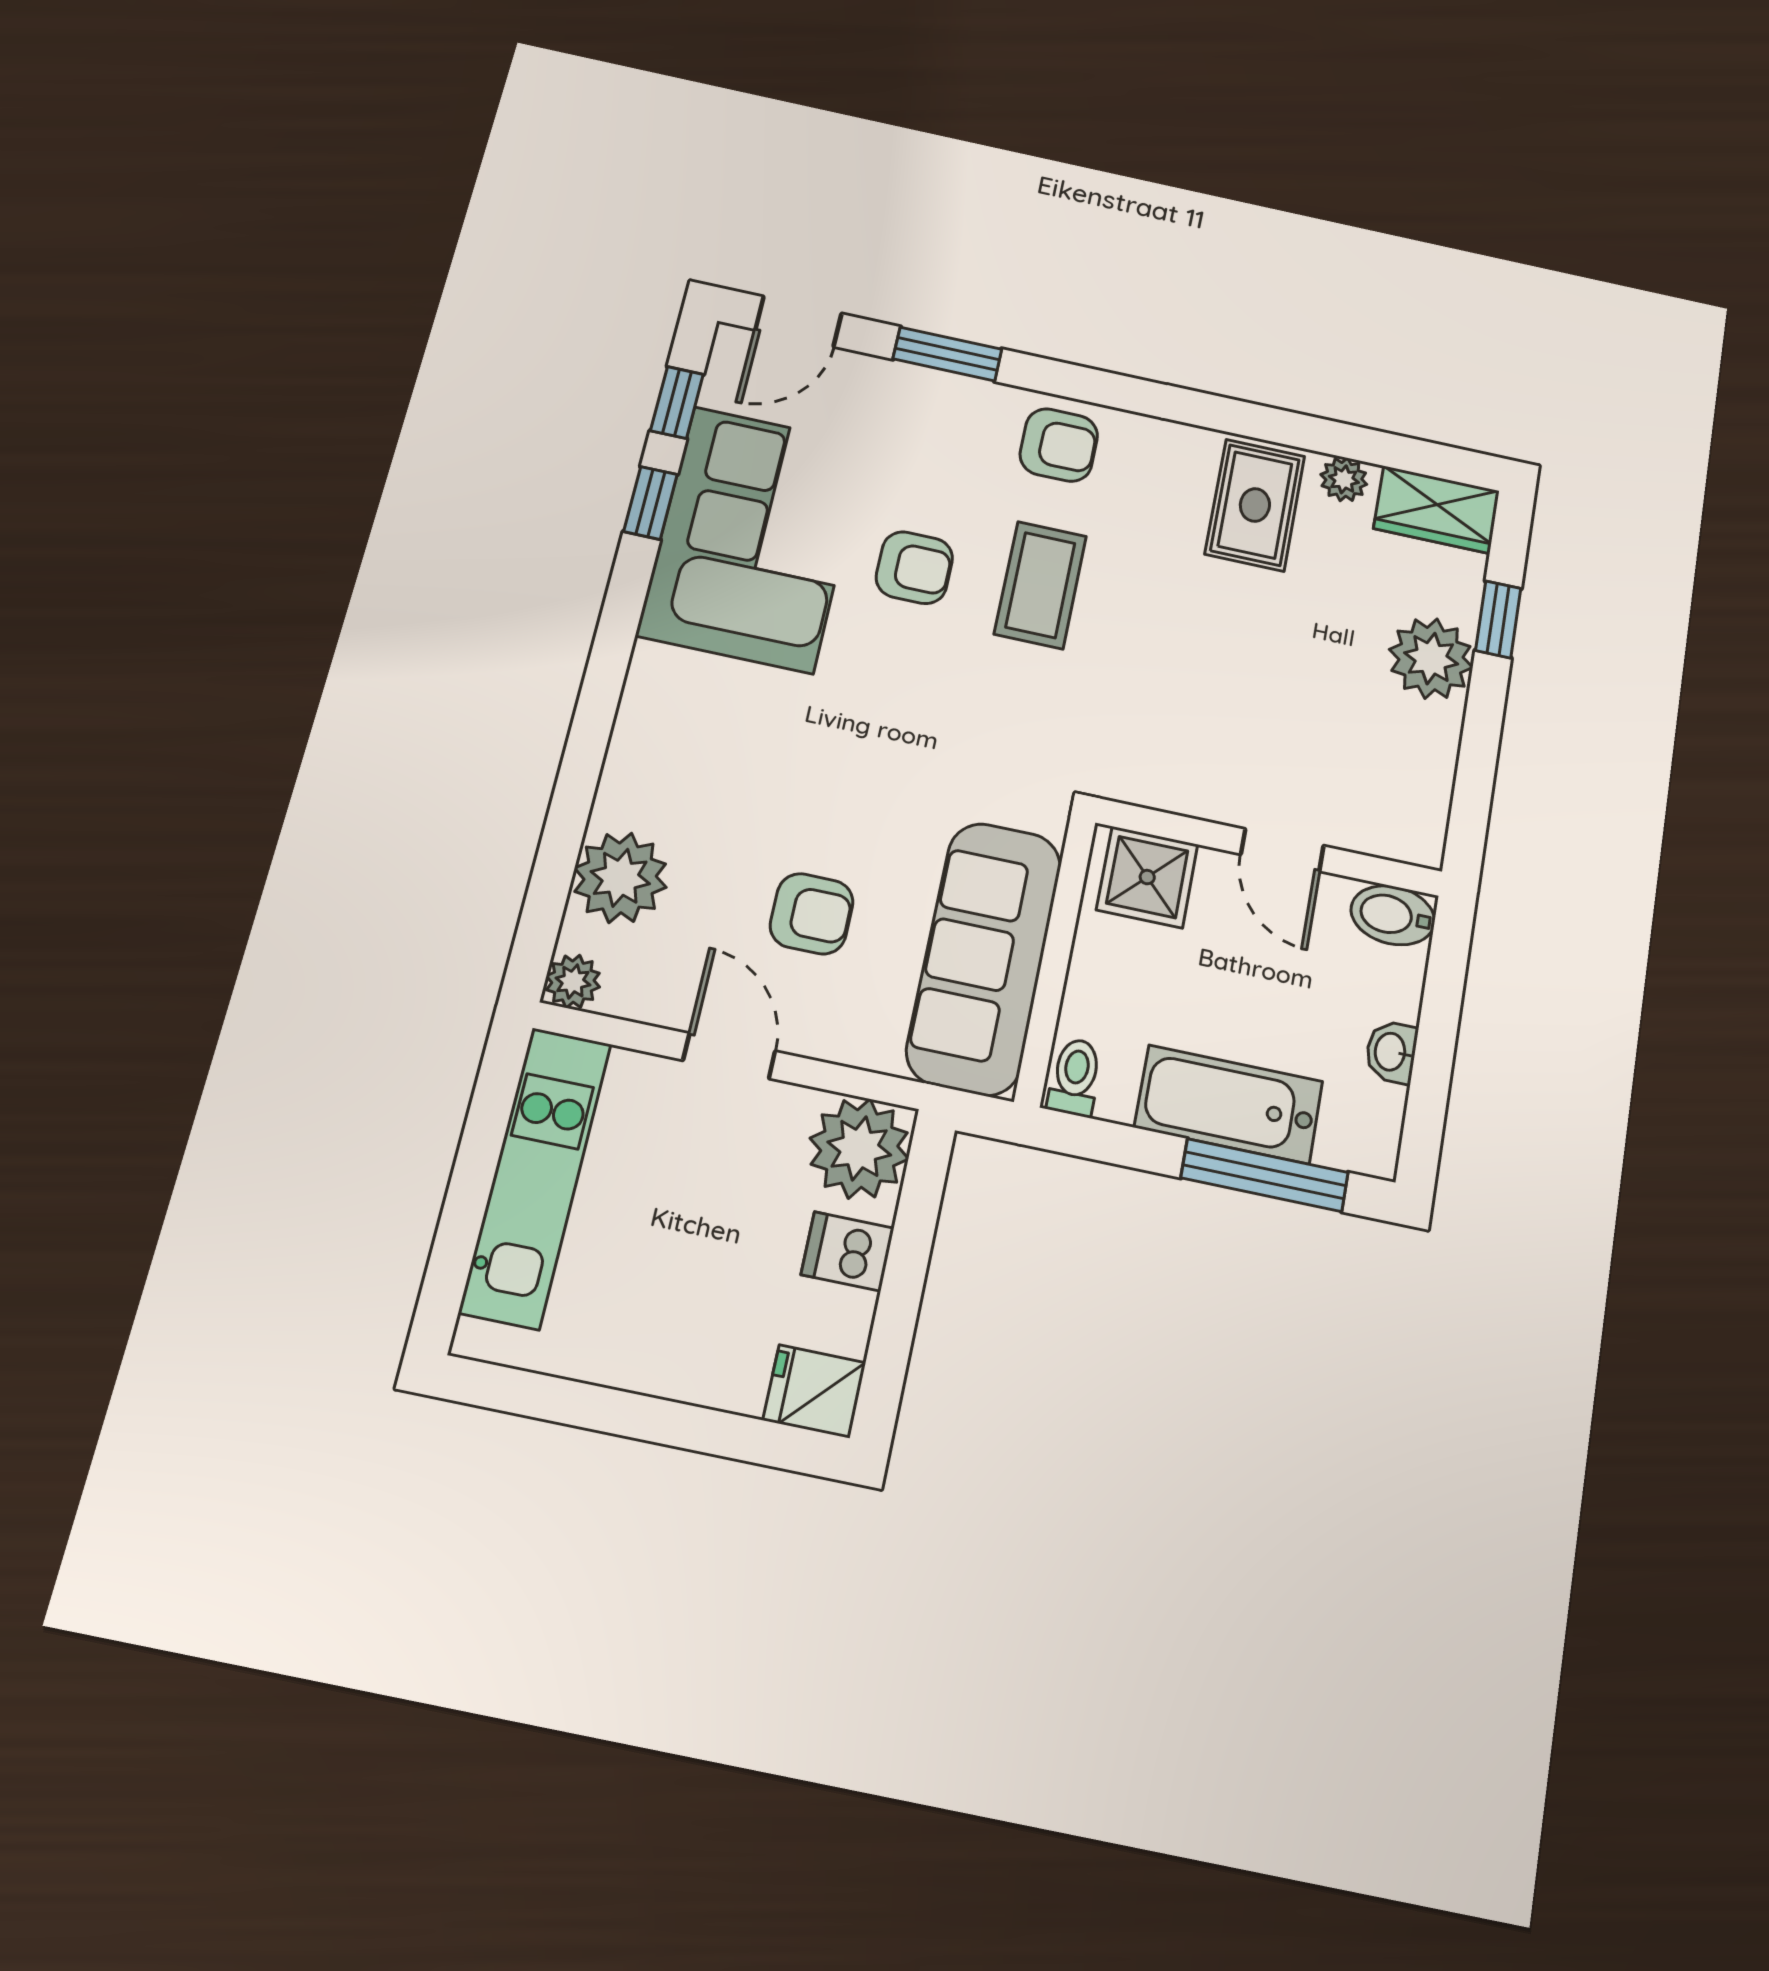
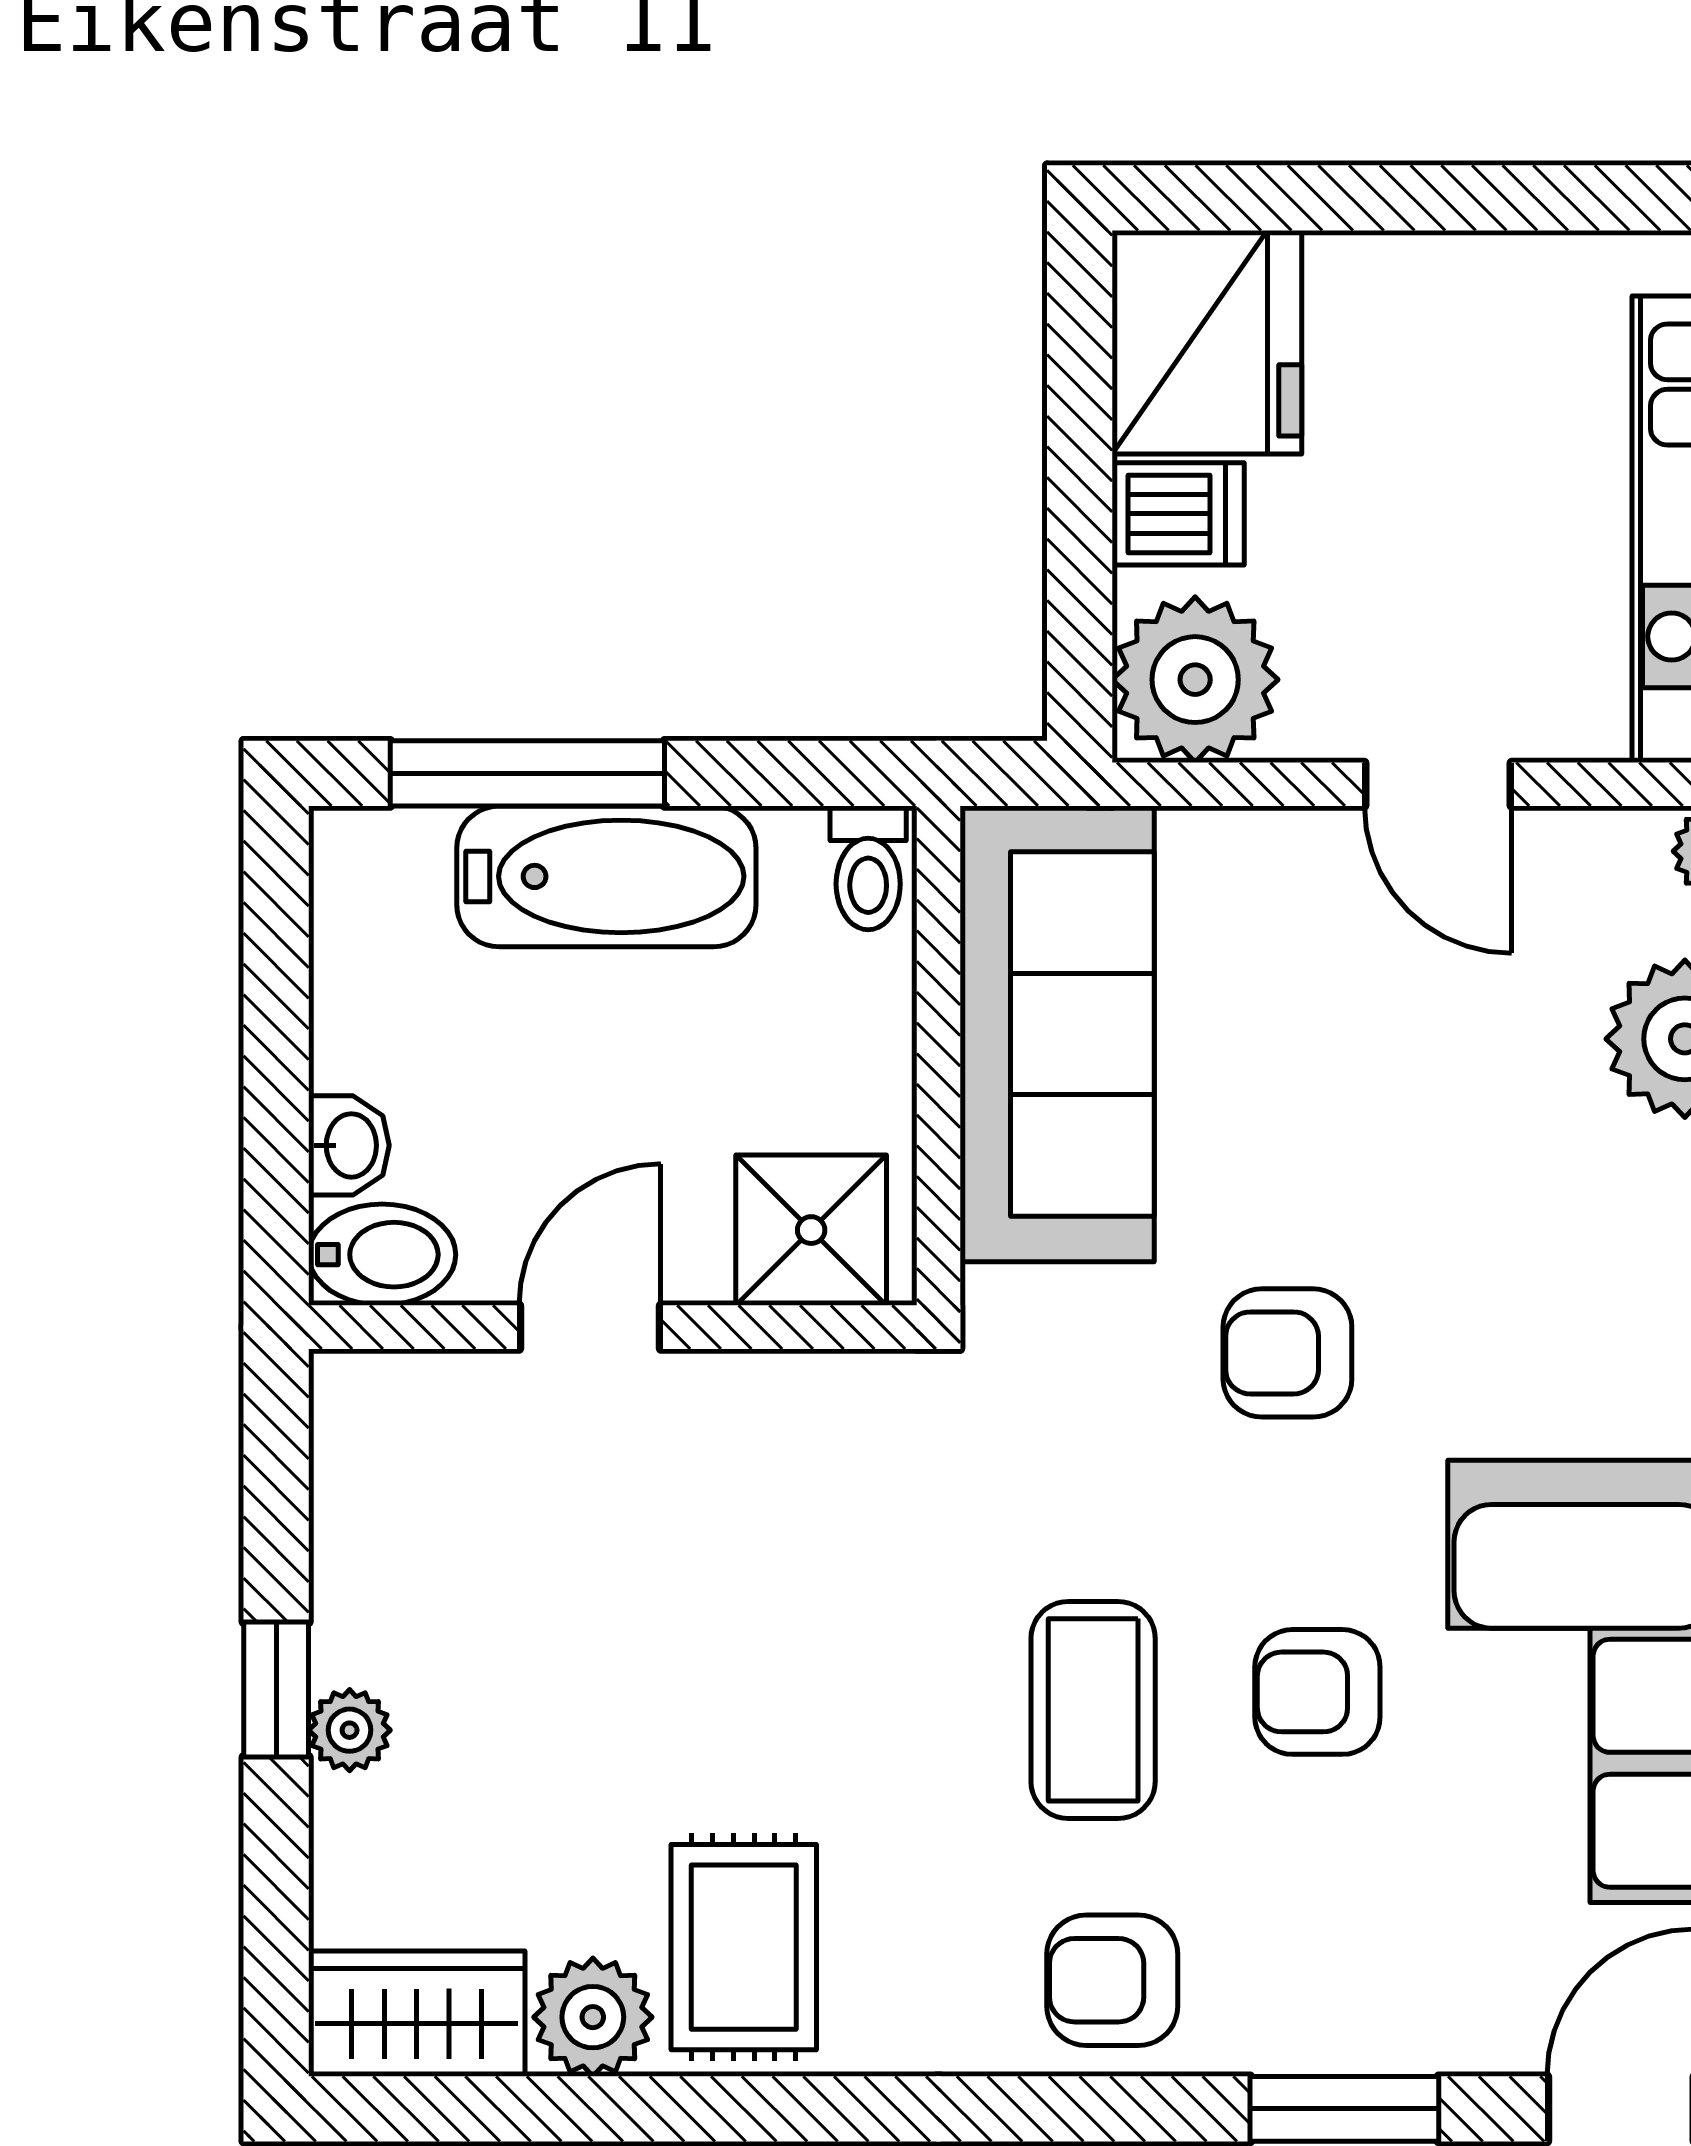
plant: (1344, 479) -> (593, 2017), width x1.38, depth x1.38
window: (1498, 619) -> (276, 1690), moved
plant: (1431, 658) -> (350, 1730), width x0.53, depth x0.53
door: (1282, 850) -> (590, 1327), hinge flipped
armchair: (812, 914) -> (1287, 1353), moved
washbasin: (1391, 1052) -> (349, 1145), moved
fridge: (814, 1391) -> (1207, 342), width x1.88, depth x1.34

